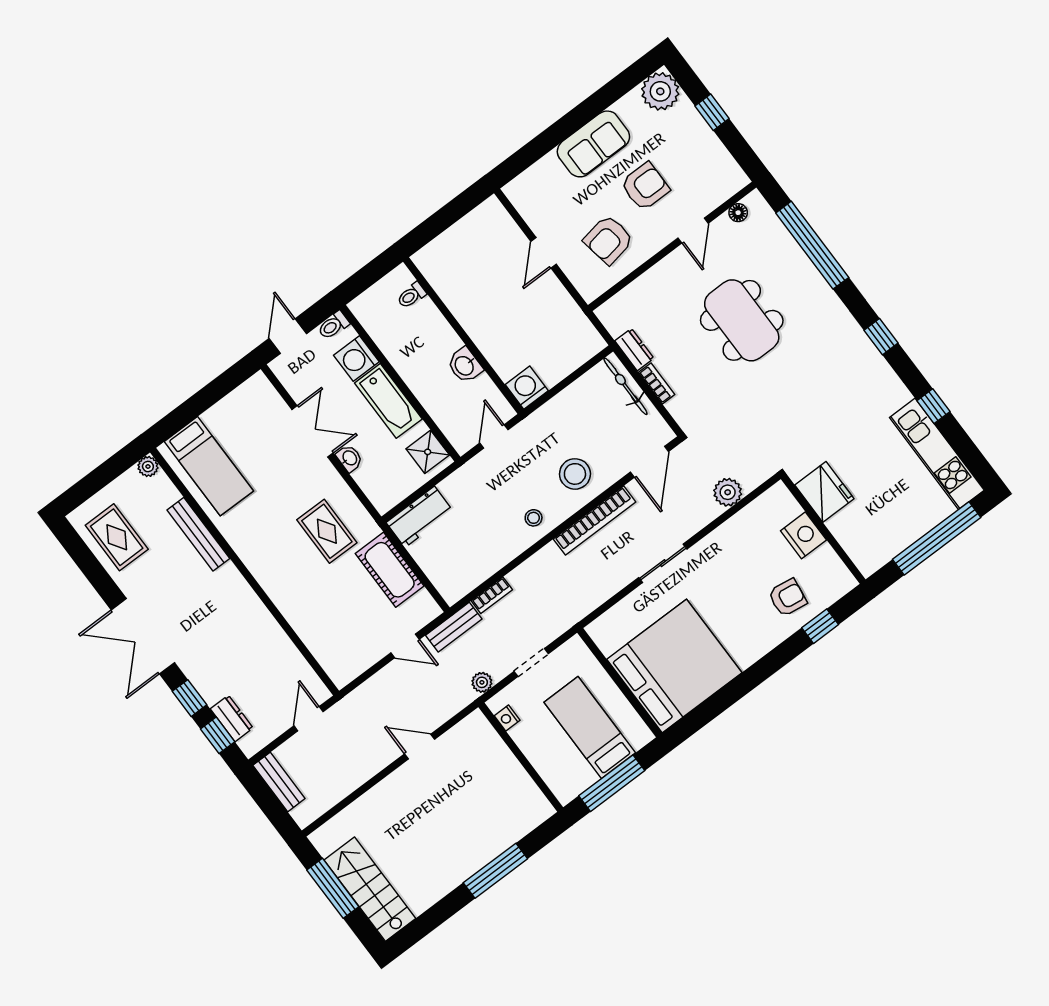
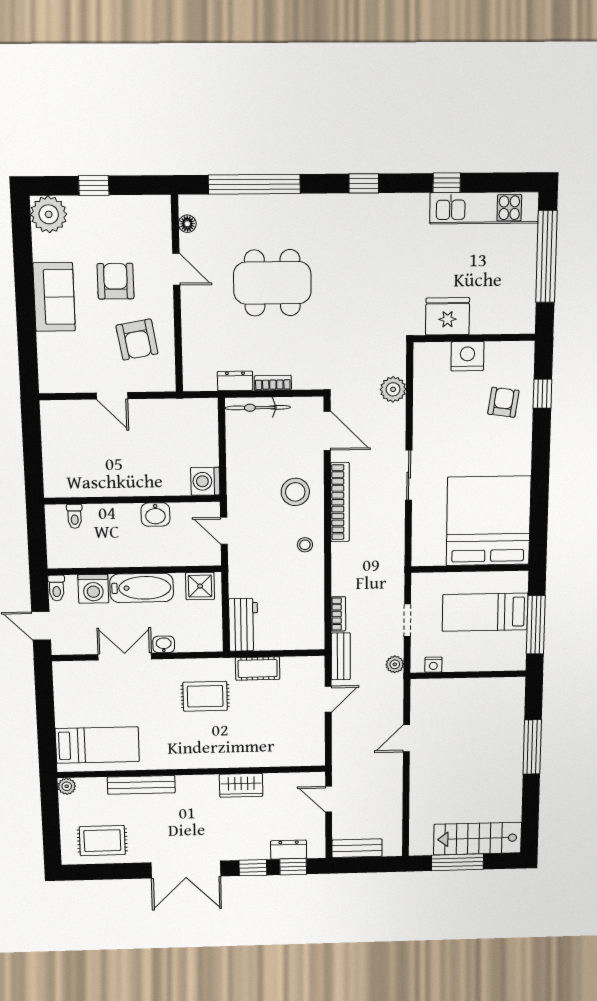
cot: (390, 570) -> (258, 668), width x0.73, depth x0.75
wardrobe: (264, 627) -> (241, 785), added

